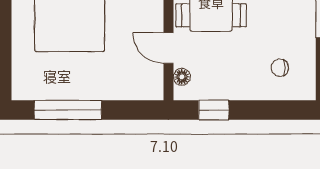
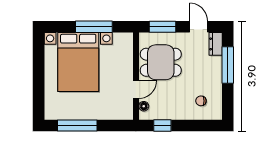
door: (168, 48) -> (136, 89), swing flipped

